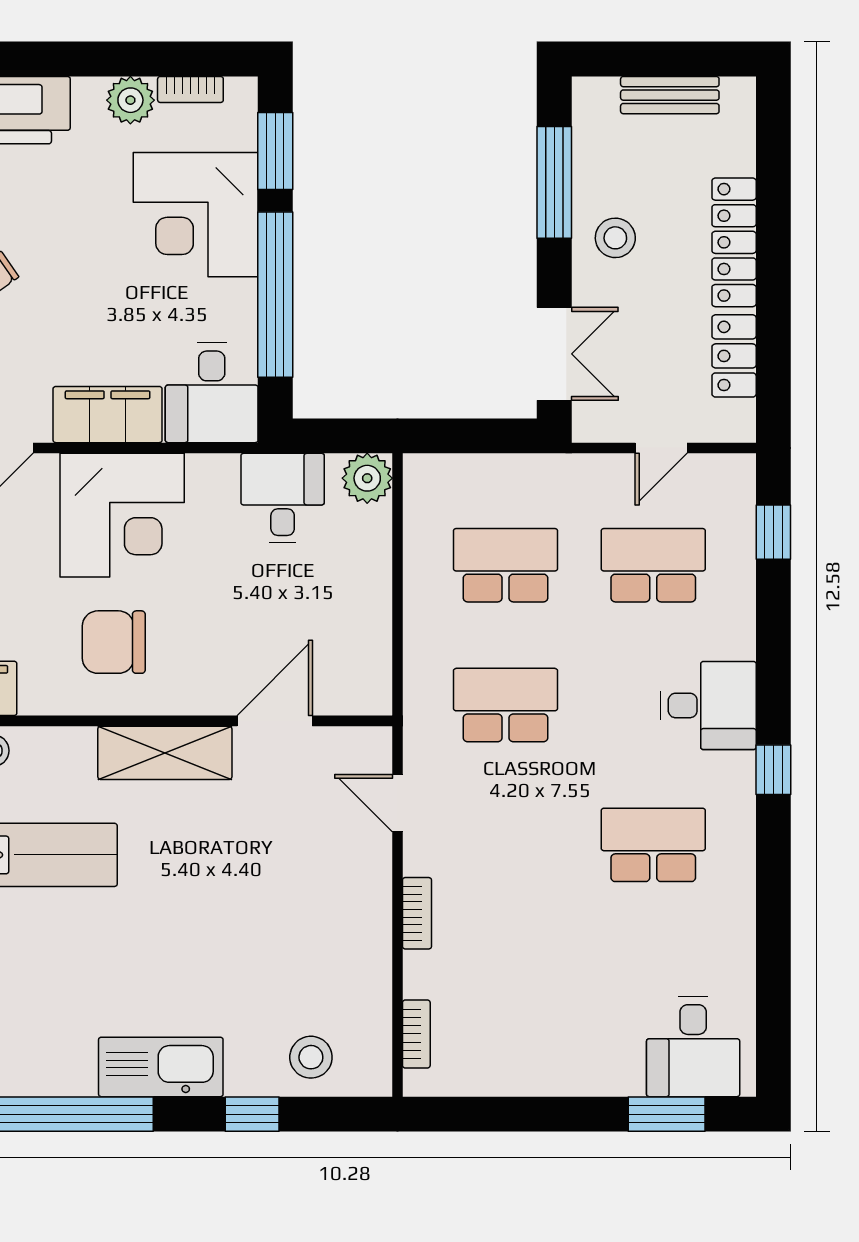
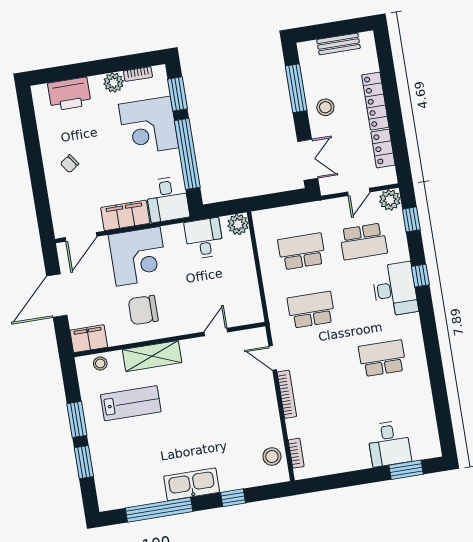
plant: (731, 478) -> (390, 200), added
school desk: (653, 565) -> (363, 241), turned 180
desk: (708, 705) -> (395, 289), width x1.37
door: (275, 721) -> (216, 332), width x0.73
shelving: (165, 753) -> (152, 356), moved
window: (773, 770) -> (420, 276), moved
bookcase: (417, 913) -> (287, 394), width x1.56
desk: (693, 1047) -> (389, 444), moved
stool: (311, 1057) -> (272, 457), moved

